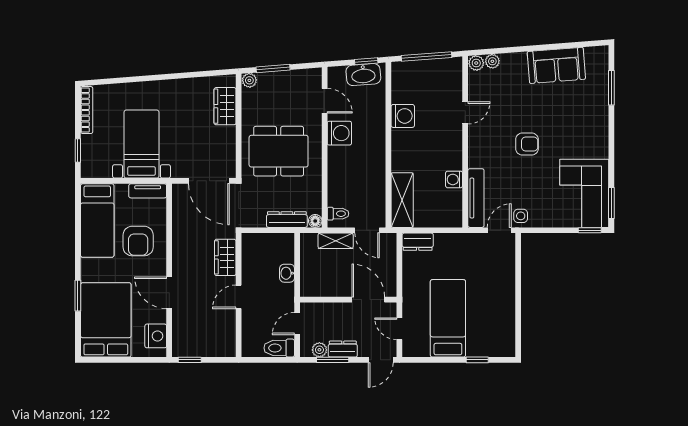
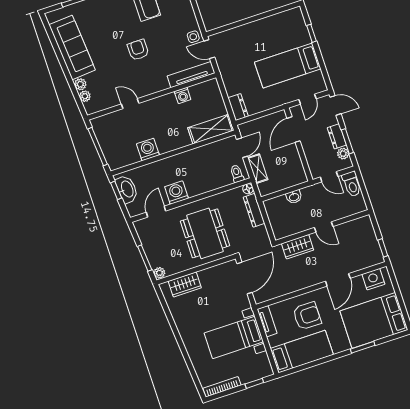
plant: (476, 63) -> (80, 84), moved
sofa: (556, 65) -> (72, 47), width x1.36

